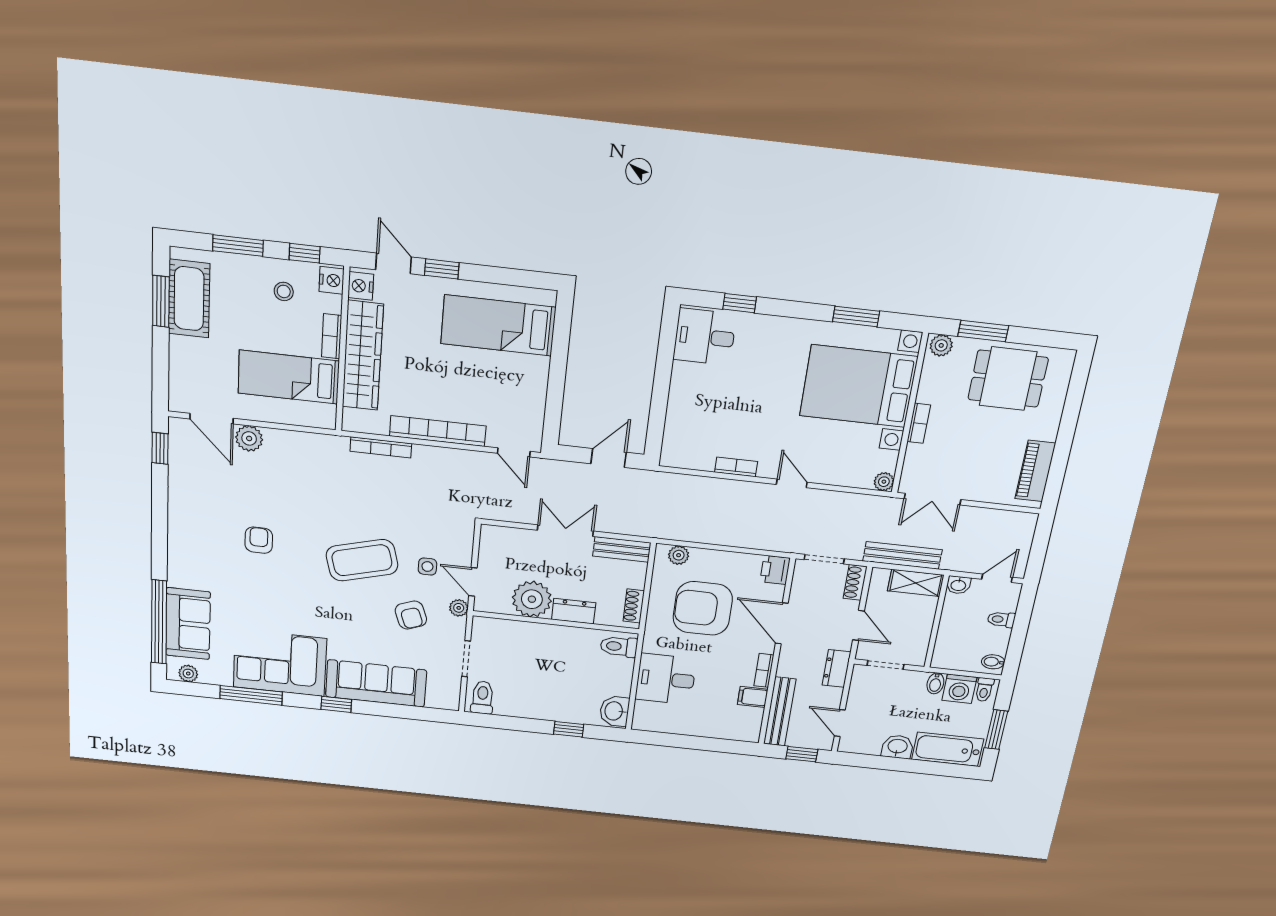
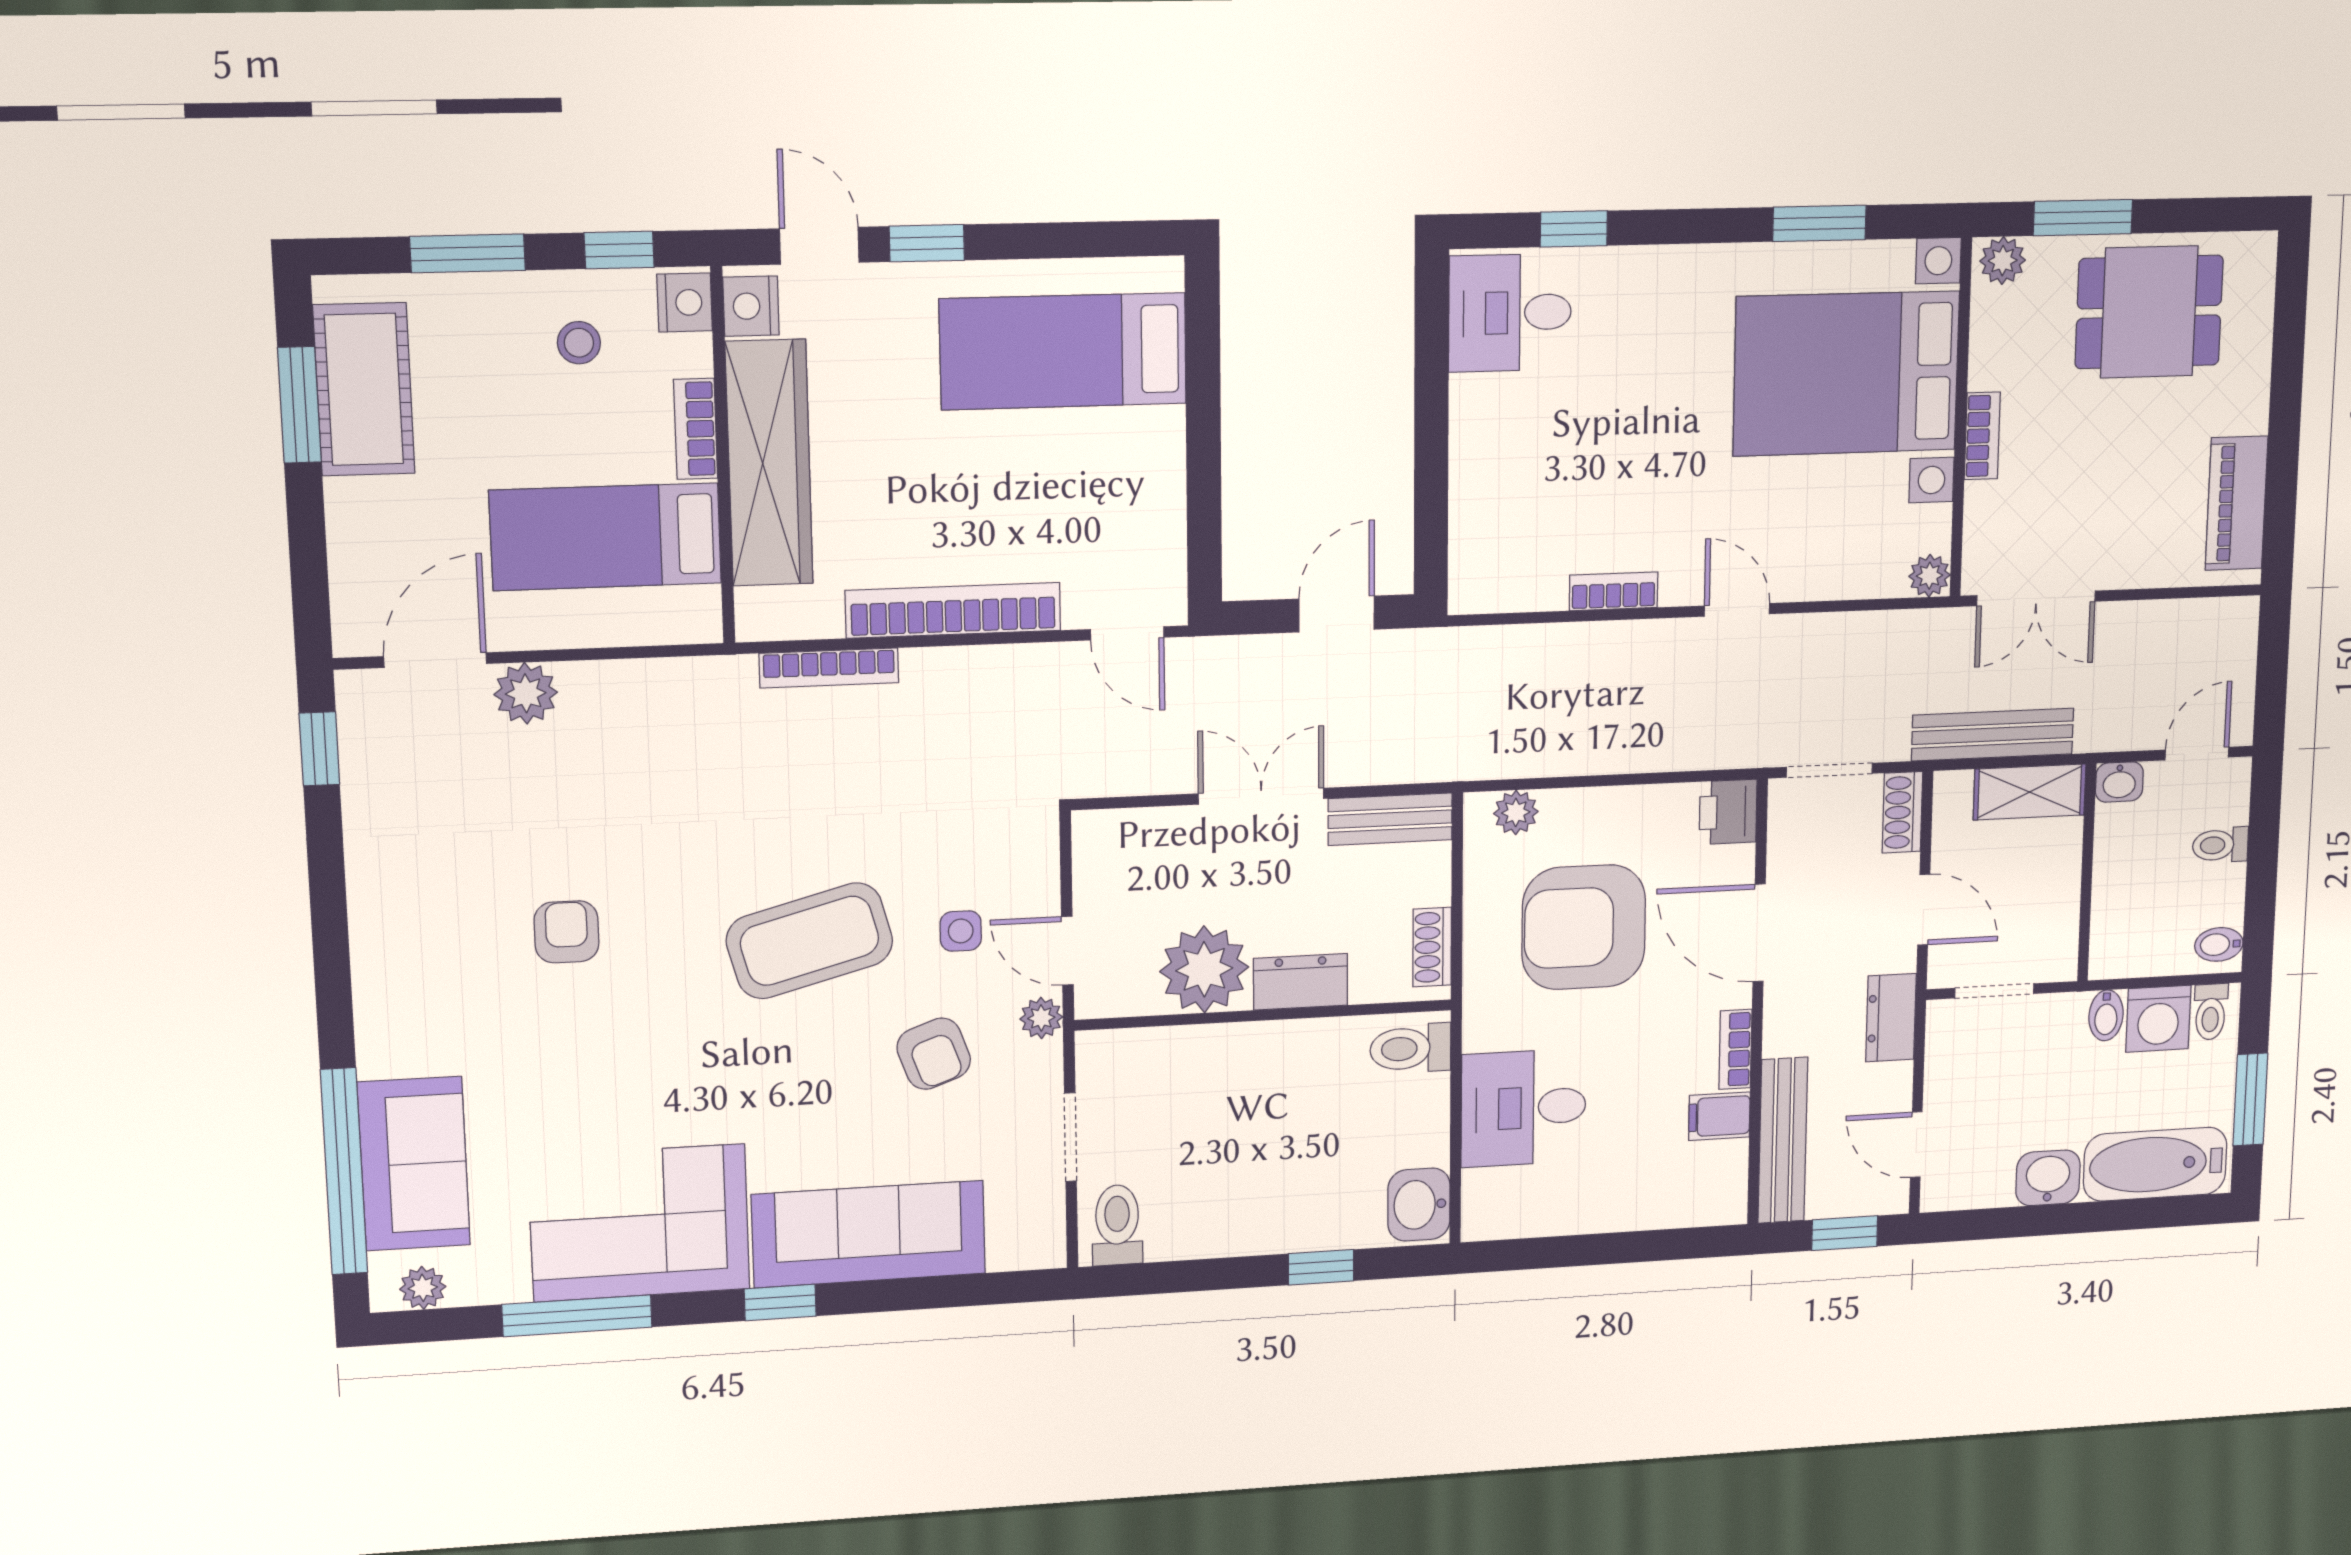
door: (212, 419) -> (435, 660), swing flipped

